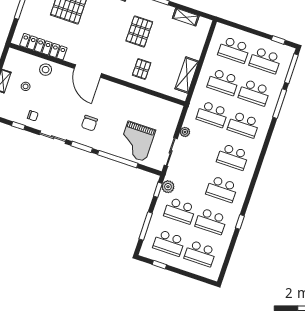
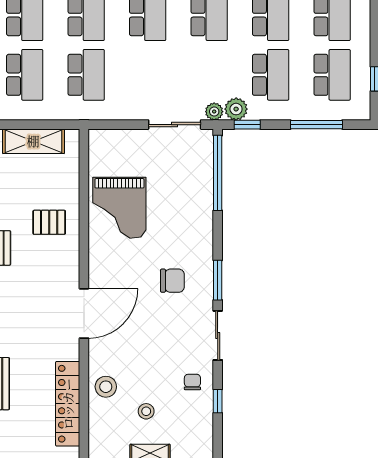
plant: (185, 132) -> (214, 112), moved
grand piano: (137, 141) -> (119, 208), moved, turned 90
window: (118, 159) -> (218, 173), moved

